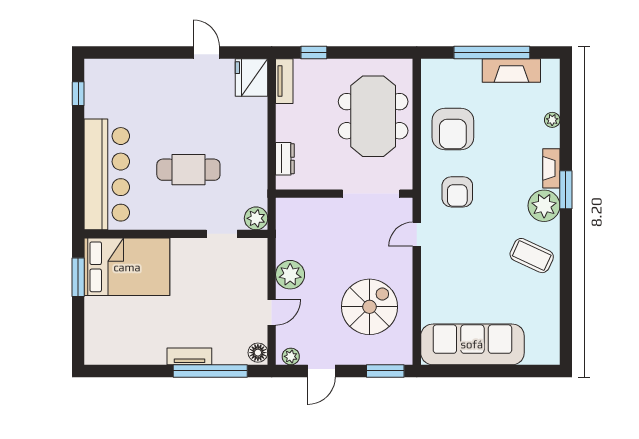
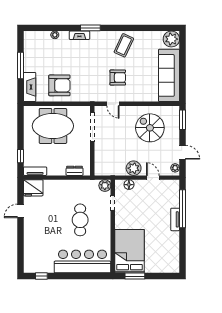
window: (492, 52) -> (21, 66), width x0.68
fireplace: (511, 70) -> (30, 87), moved
armchair: (457, 192) -> (118, 77), moved
plant: (544, 206) -> (171, 39), moved
floor lamp: (258, 353) -> (129, 185), moved

